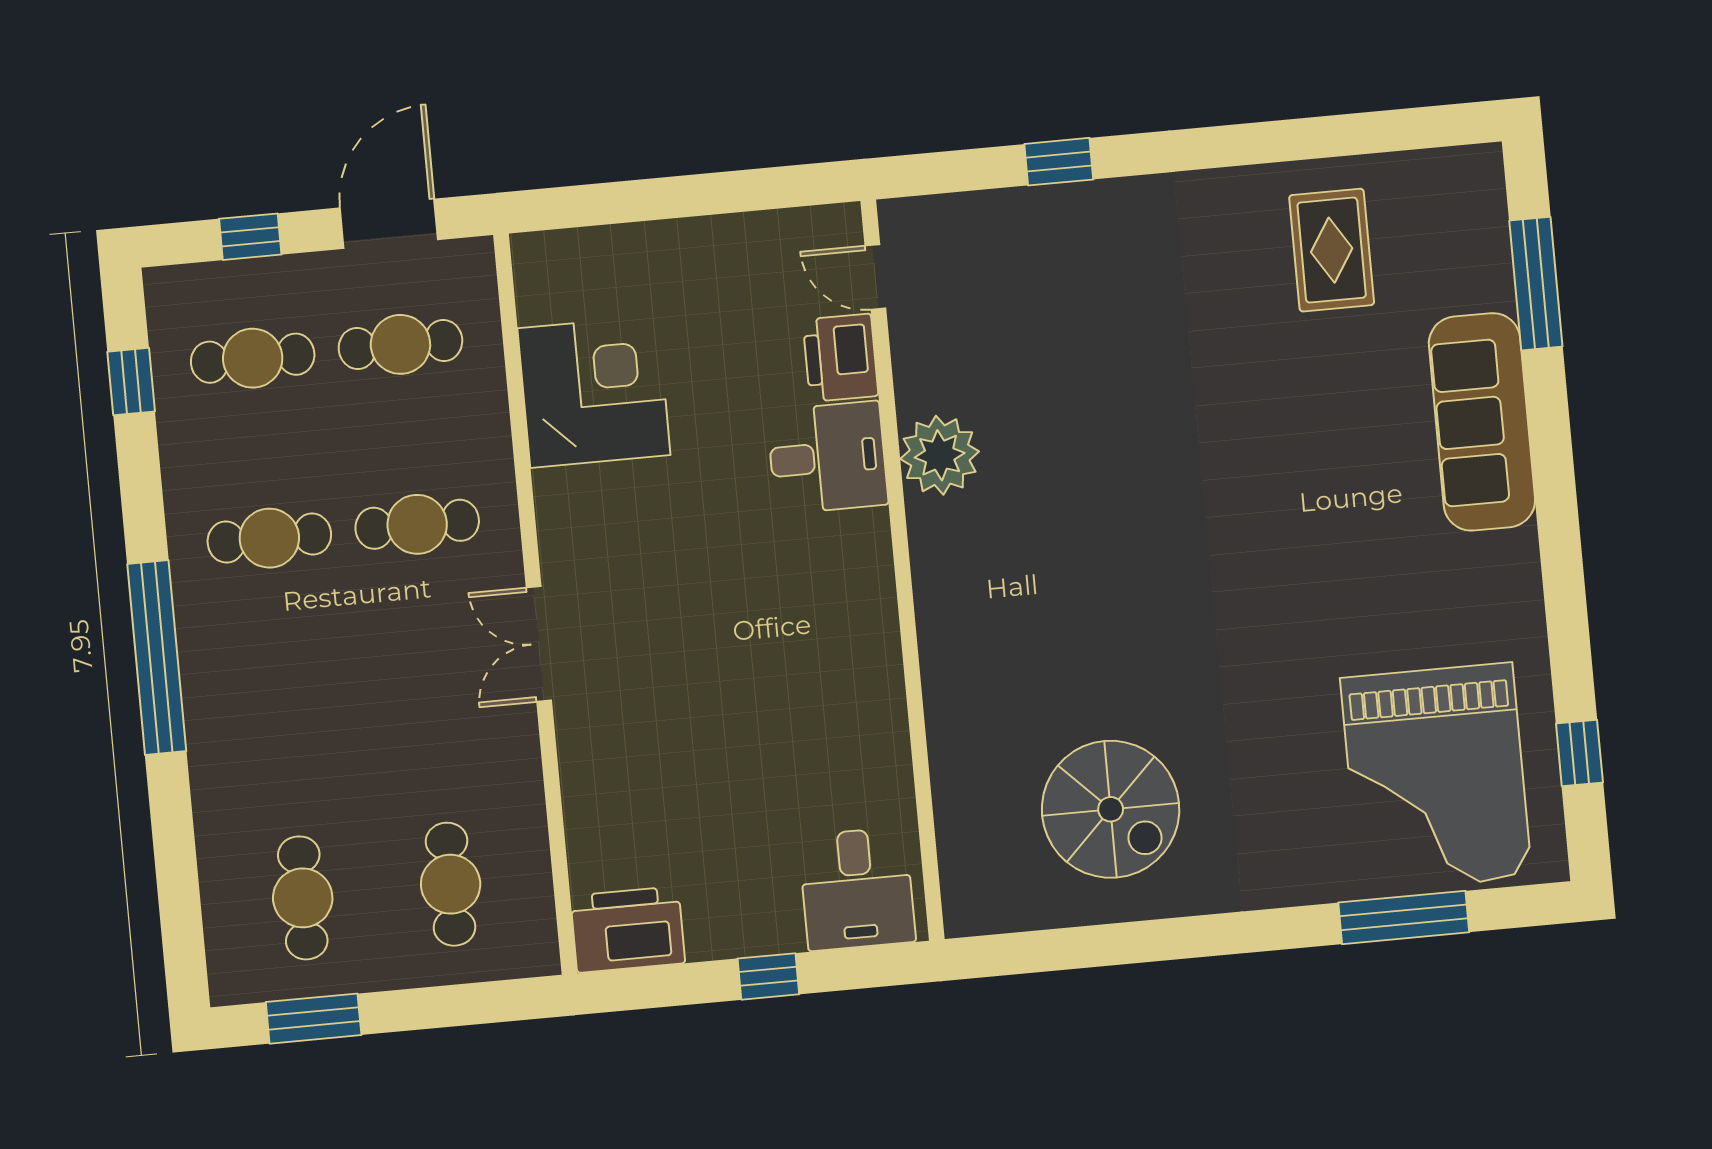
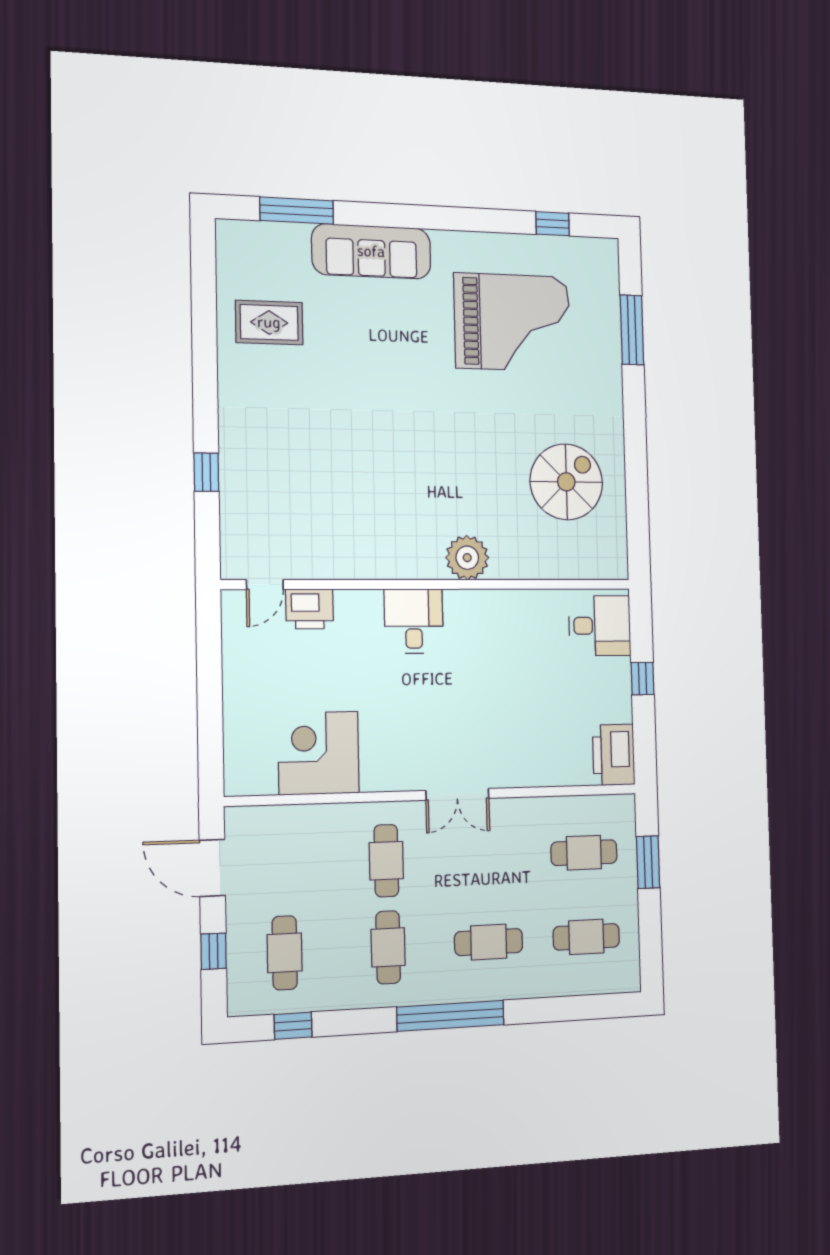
cafe table: (400, 344) -> (489, 942), moved, turned 90
plant: (940, 455) -> (467, 558), moved
desk: (827, 458) -> (414, 621), moved
grand piano: (1436, 778) -> (512, 322), moved
window: (314, 1019) -> (648, 862), moved

